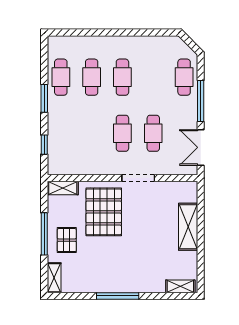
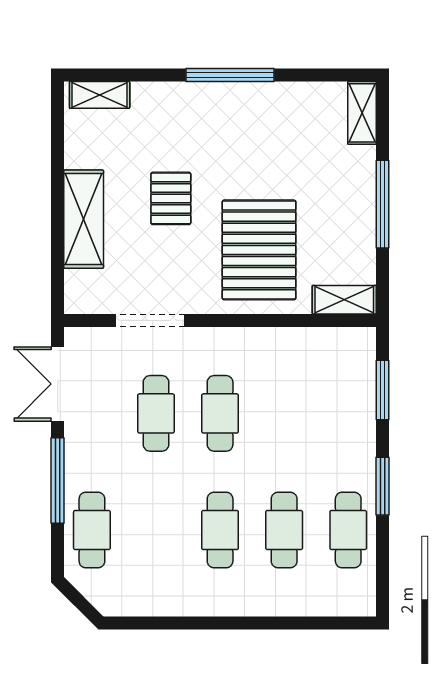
window: (44, 145) -> (383, 390), width x1.50
double door: (201, 147) -> (58, 384), swing flipped
doorway: (138, 178) -> (150, 320), moved
pallet: (67, 240) -> (171, 198), moved

